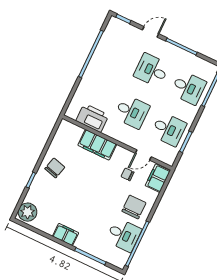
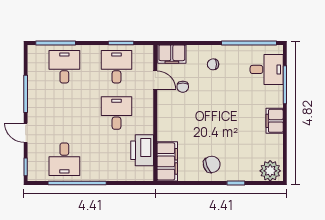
desk: (152, 70) -> (64, 159), moved
filing cabinet: (97, 145) -> (167, 161), moved
chair: (55, 168) -> (212, 164), turned 144
chair: (134, 207) -> (213, 64), width x0.54, depth x0.54
desk: (124, 235) -> (267, 69), moved, turned 90

